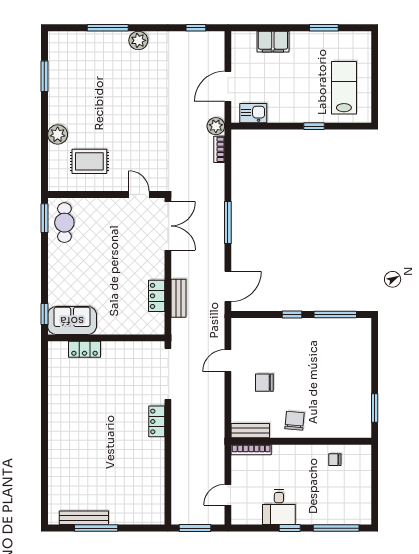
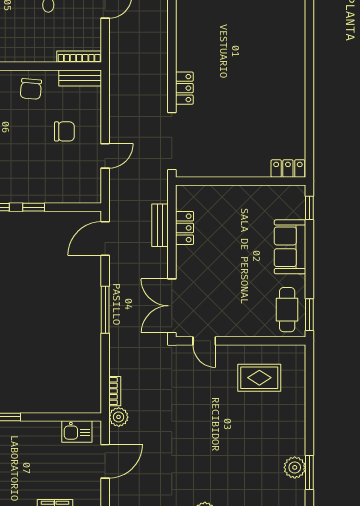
plant: (58, 134) -> (295, 467), moved
sofa: (72, 321) -> (290, 247), moved, turned 90
locker: (85, 349) -> (288, 169), moved

